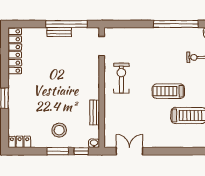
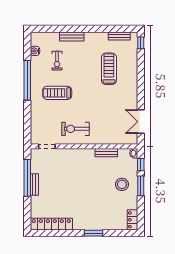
treadmill: (168, 91) -> (57, 93), moved, turned 90

